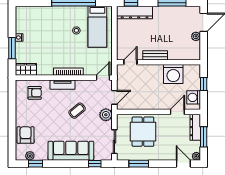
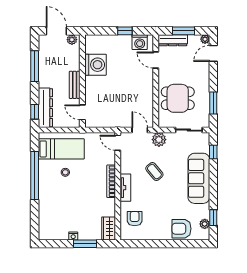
bench: (155, 55) -> (75, 85), moved
door: (130, 62) -> (82, 112), moved
wall: (159, 62) -> (82, 81), moved
washing machine: (173, 74) -> (95, 65), moved

